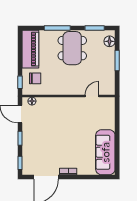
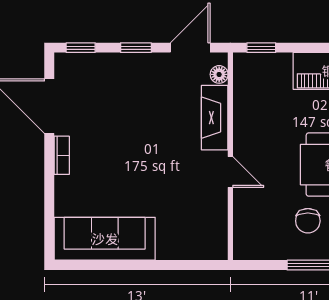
chair: (35, 78) -> (308, 221), moved
door: (92, 96) -> (230, 172), moved
fireplace: (51, 103) -> (215, 118), added

